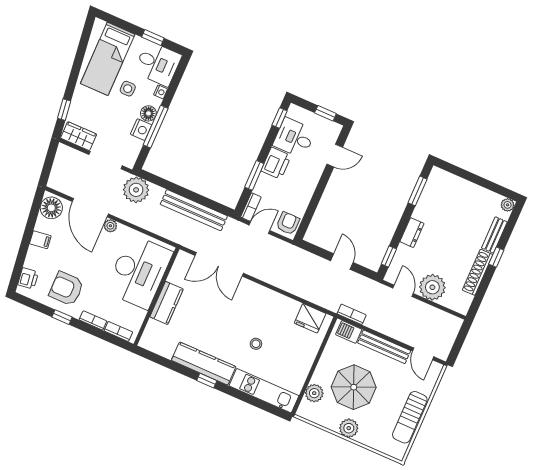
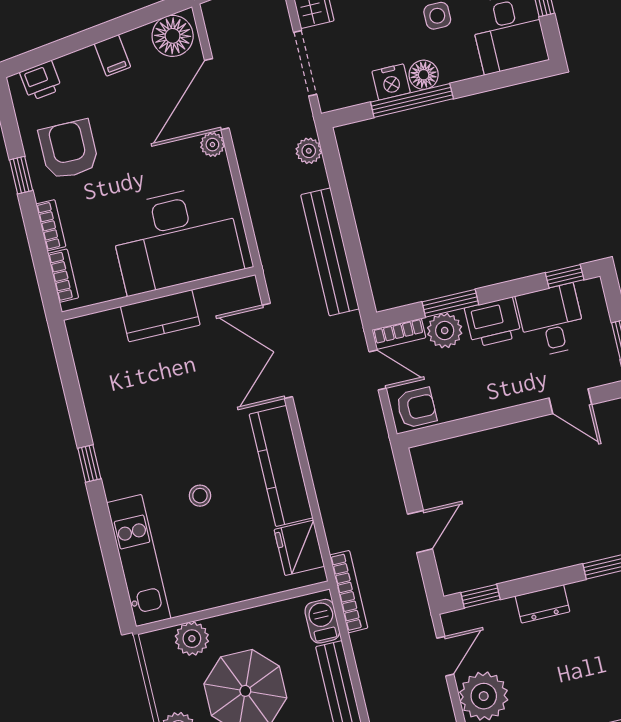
nightstand: (161, 92) -> (469, 69), removed
plant: (264, 187) -> (445, 331), added
plant: (136, 190) -> (309, 151), width x0.53, depth x0.53
bookcase: (352, 314) -> (349, 592), width x1.56
kitchen counter: (204, 363) -> (281, 466), moved, turned 180

